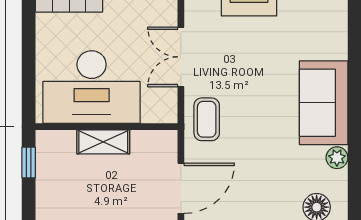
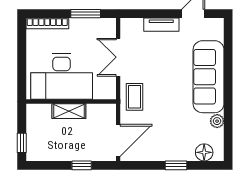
sofa: (324, 103) -> (209, 77), width x1.36
window: (29, 163) -> (22, 143), moved

